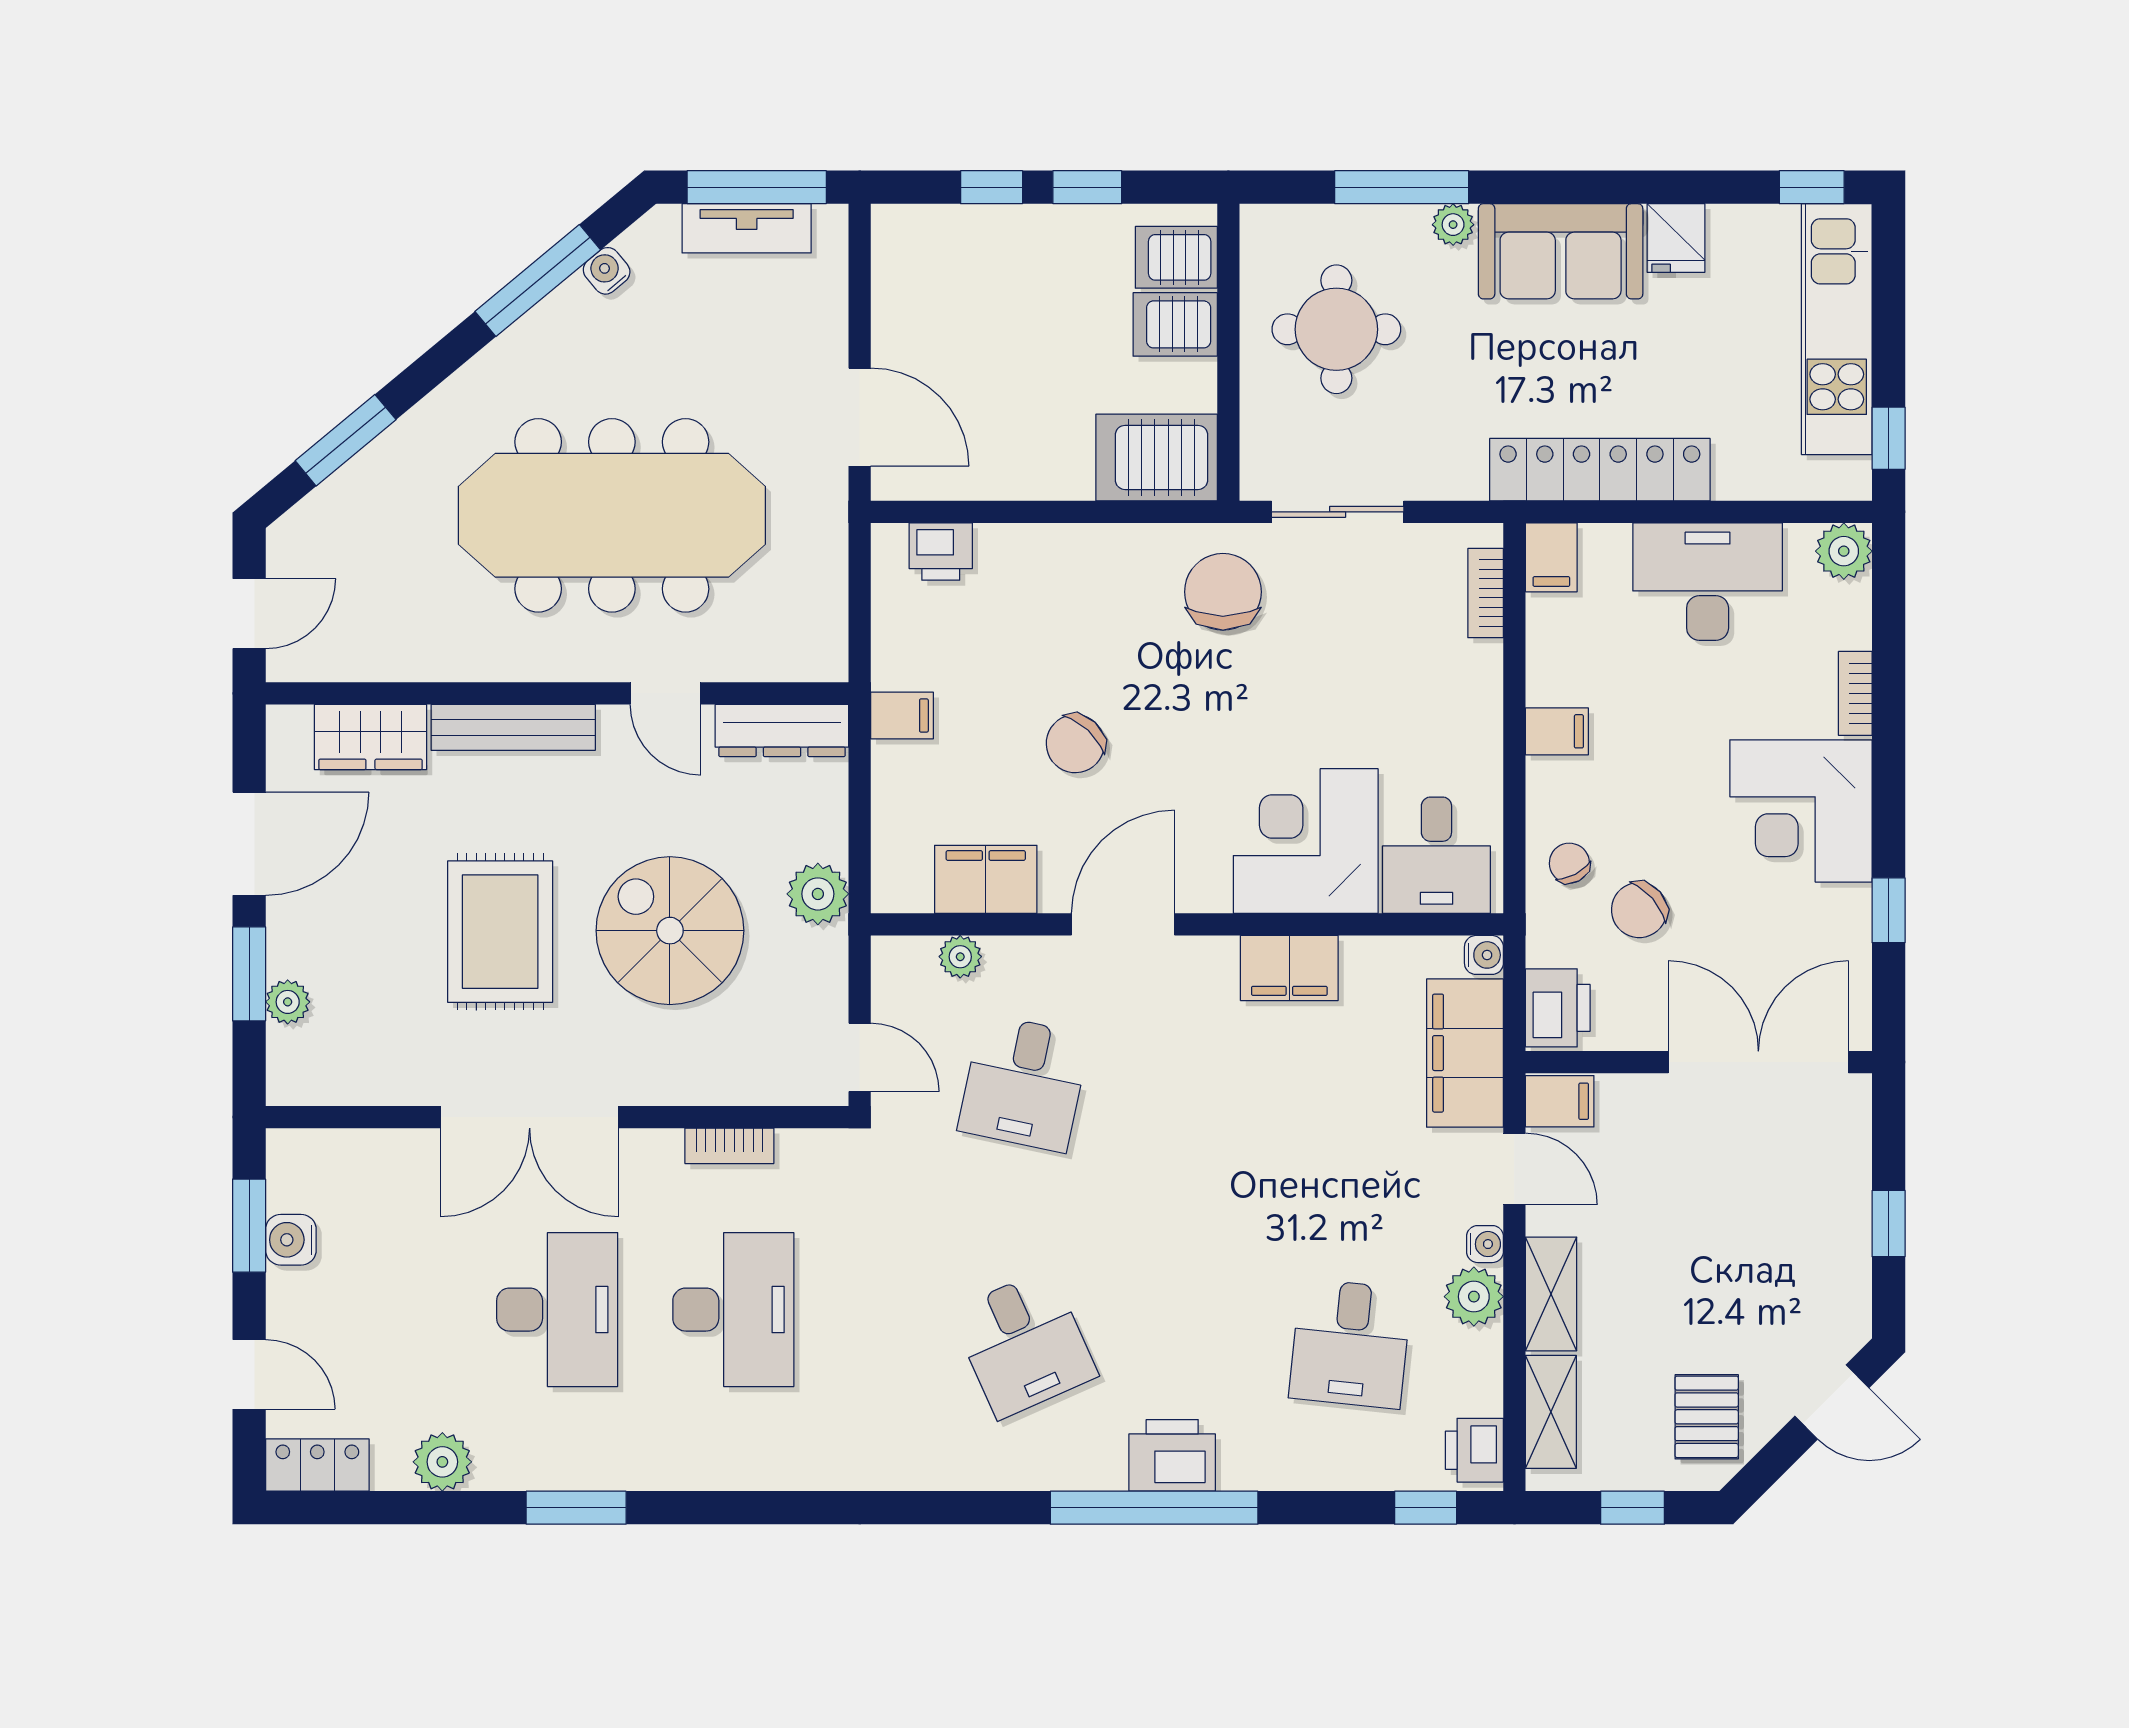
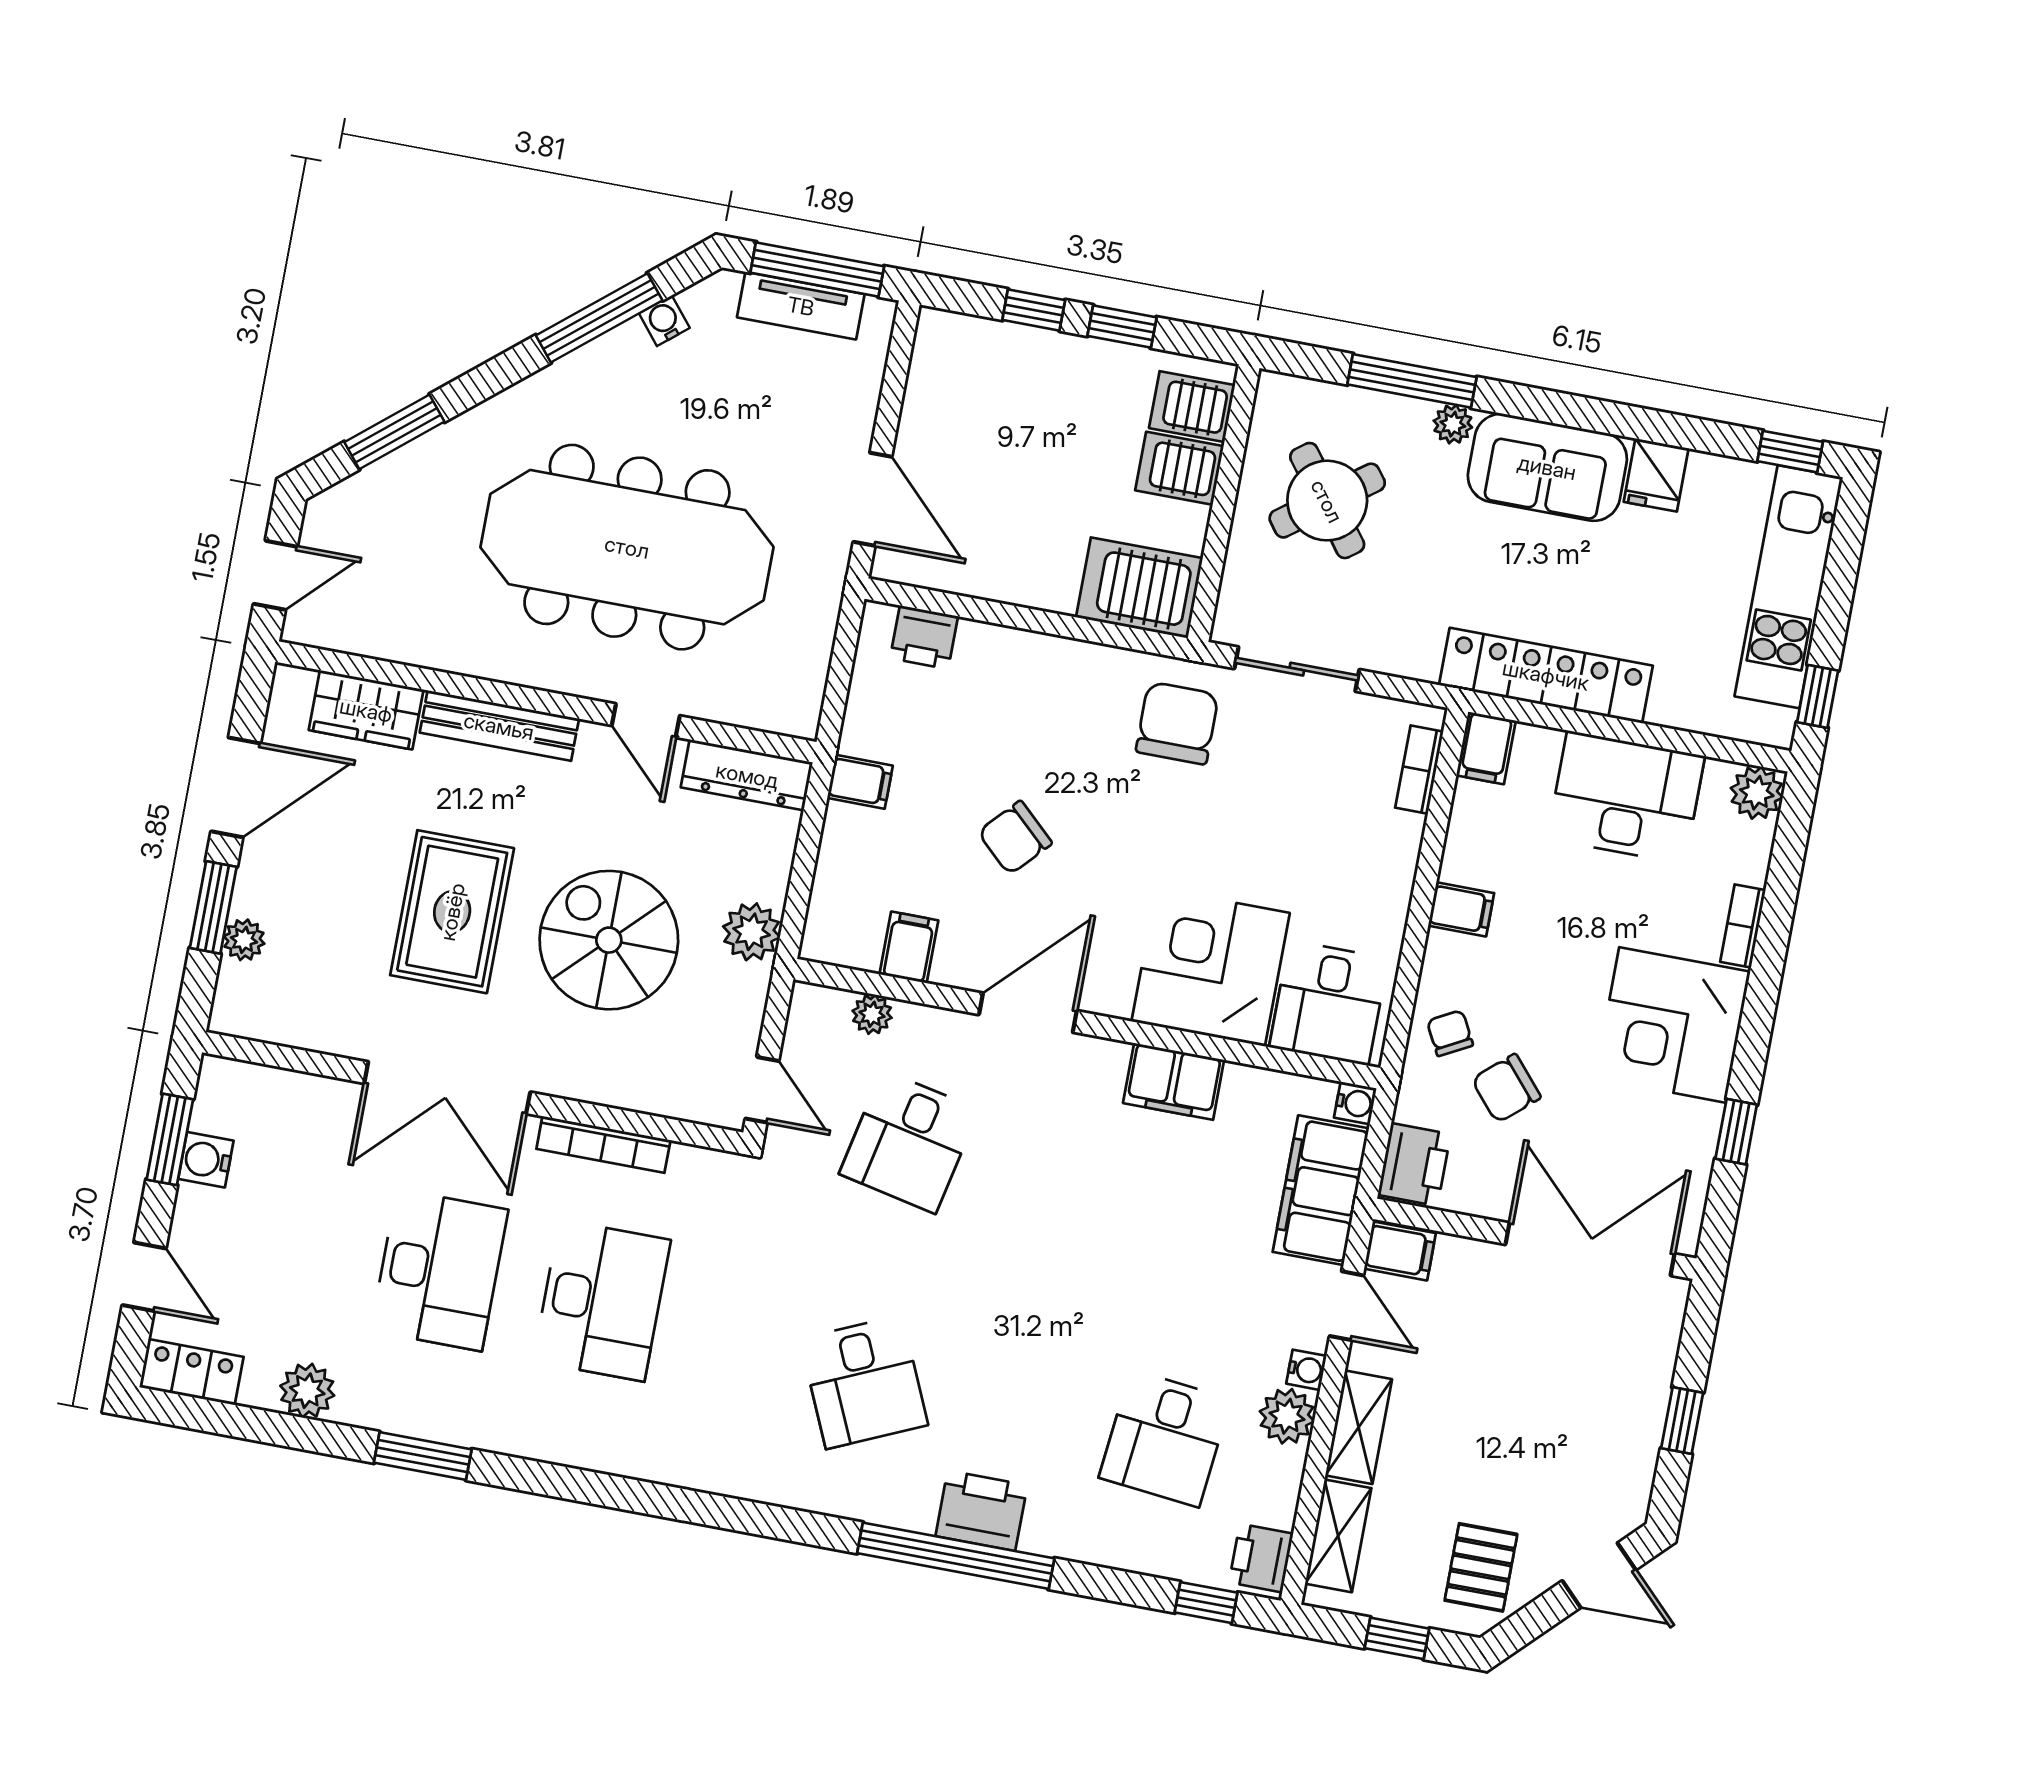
round table: (1336, 329) -> (1327, 501), turned -37
filing cabinet: (986, 879) -> (909, 947), width x0.50
bookcase: (729, 1146) -> (603, 1144), width x1.56

